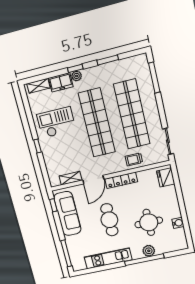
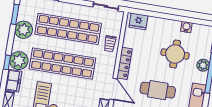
window: (108, 60) -> (15, 14), moved
plant: (113, 71) -> (24, 30), added
plant: (77, 76) -> (19, 61), width x1.87, depth x1.87

